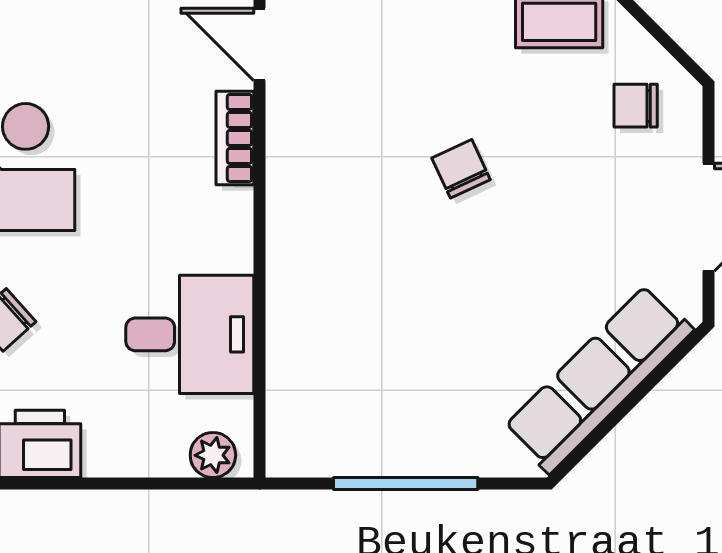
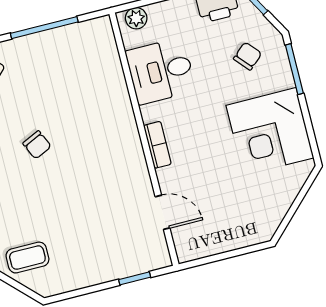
bookcase: (235, 138) -> (157, 145), moved
chair: (461, 169) -> (37, 145), moved

